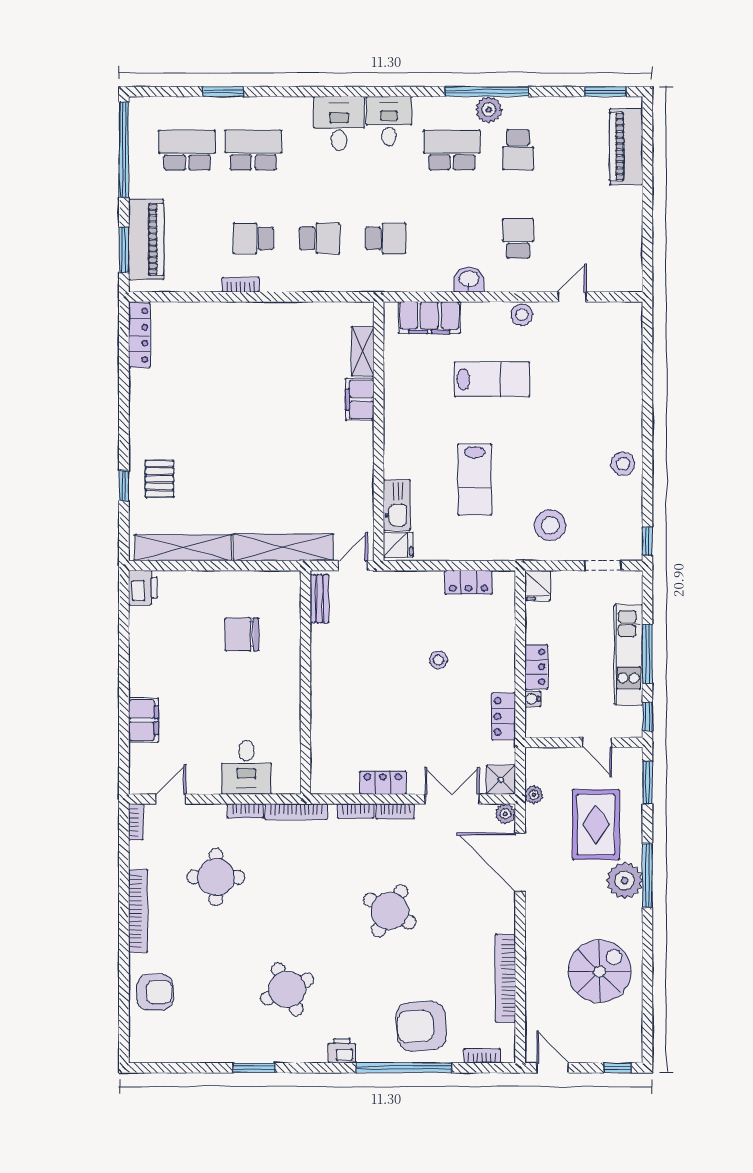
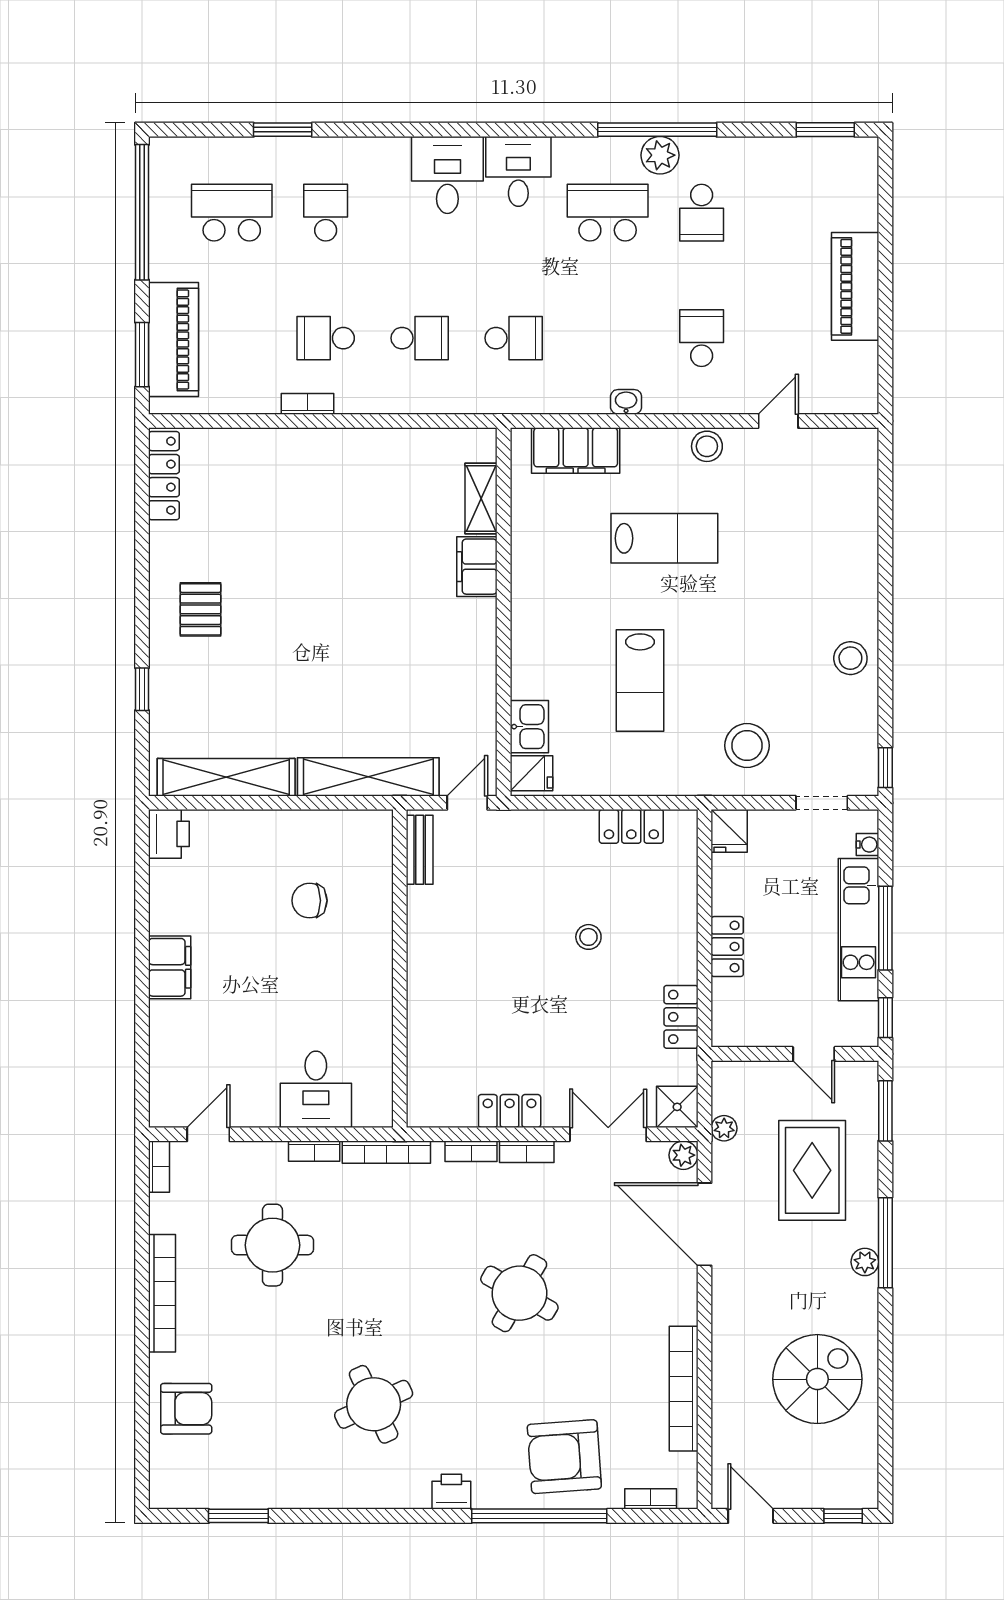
piano: (626, 147) -> (855, 286), moved
school desk: (253, 150) -> (326, 213), width x0.54
washbasin: (469, 279) -> (626, 402), width x0.72, depth x0.69
pallet: (159, 479) -> (200, 609), moved
kitchen sink: (397, 505) -> (529, 727), width x0.73
chair: (242, 634) -> (309, 901), width x0.73, depth x0.73
water cooler: (533, 699) -> (867, 845), moved, turned 180
filing cabinet: (143, 720) -> (170, 967), moved
plant: (625, 880) -> (865, 1262), width x0.53, depth x0.53
window: (254, 1068) -> (238, 1516), moved

